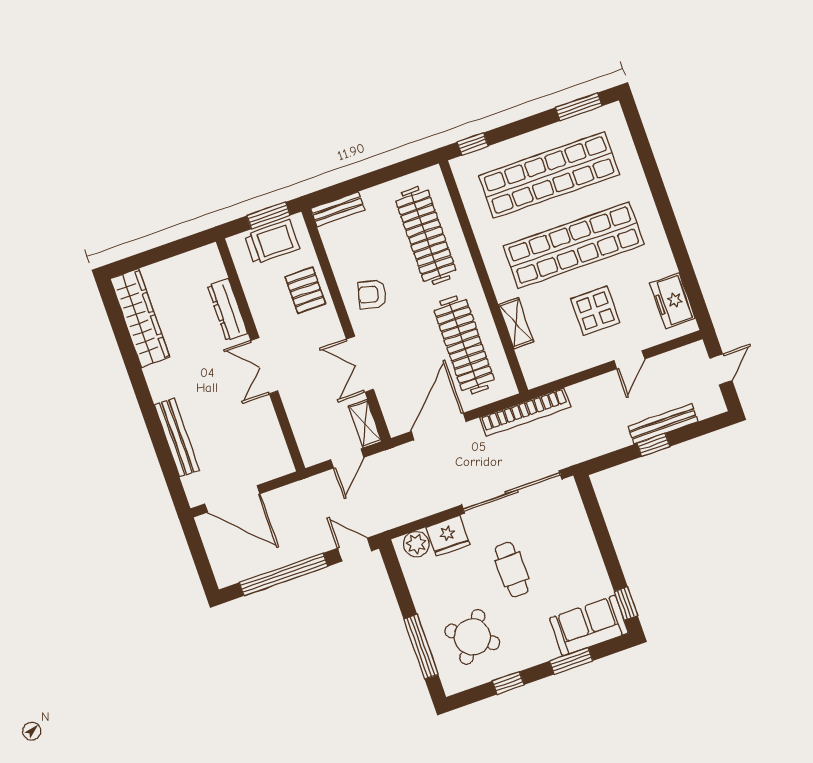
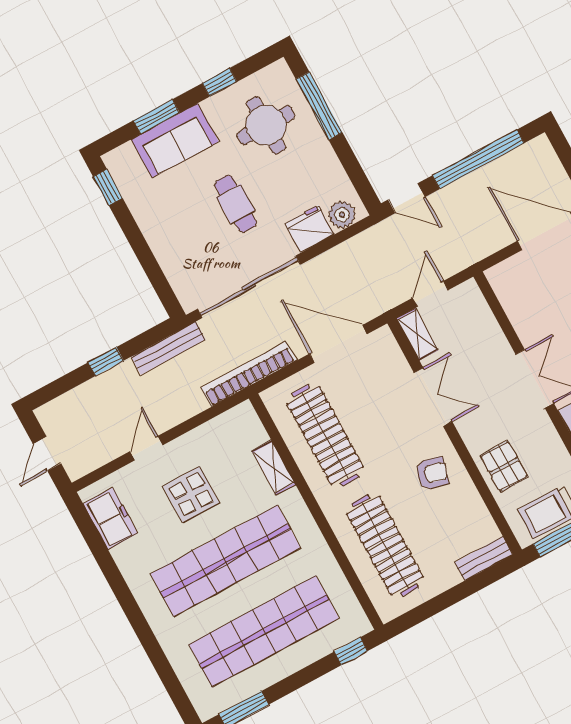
bench: (663, 424) -> (168, 348), moved
door: (439, 427) -> (338, 344), swing flipped
sofa: (589, 626) -> (175, 141), moved
round table: (472, 637) -> (266, 125), turned -35

